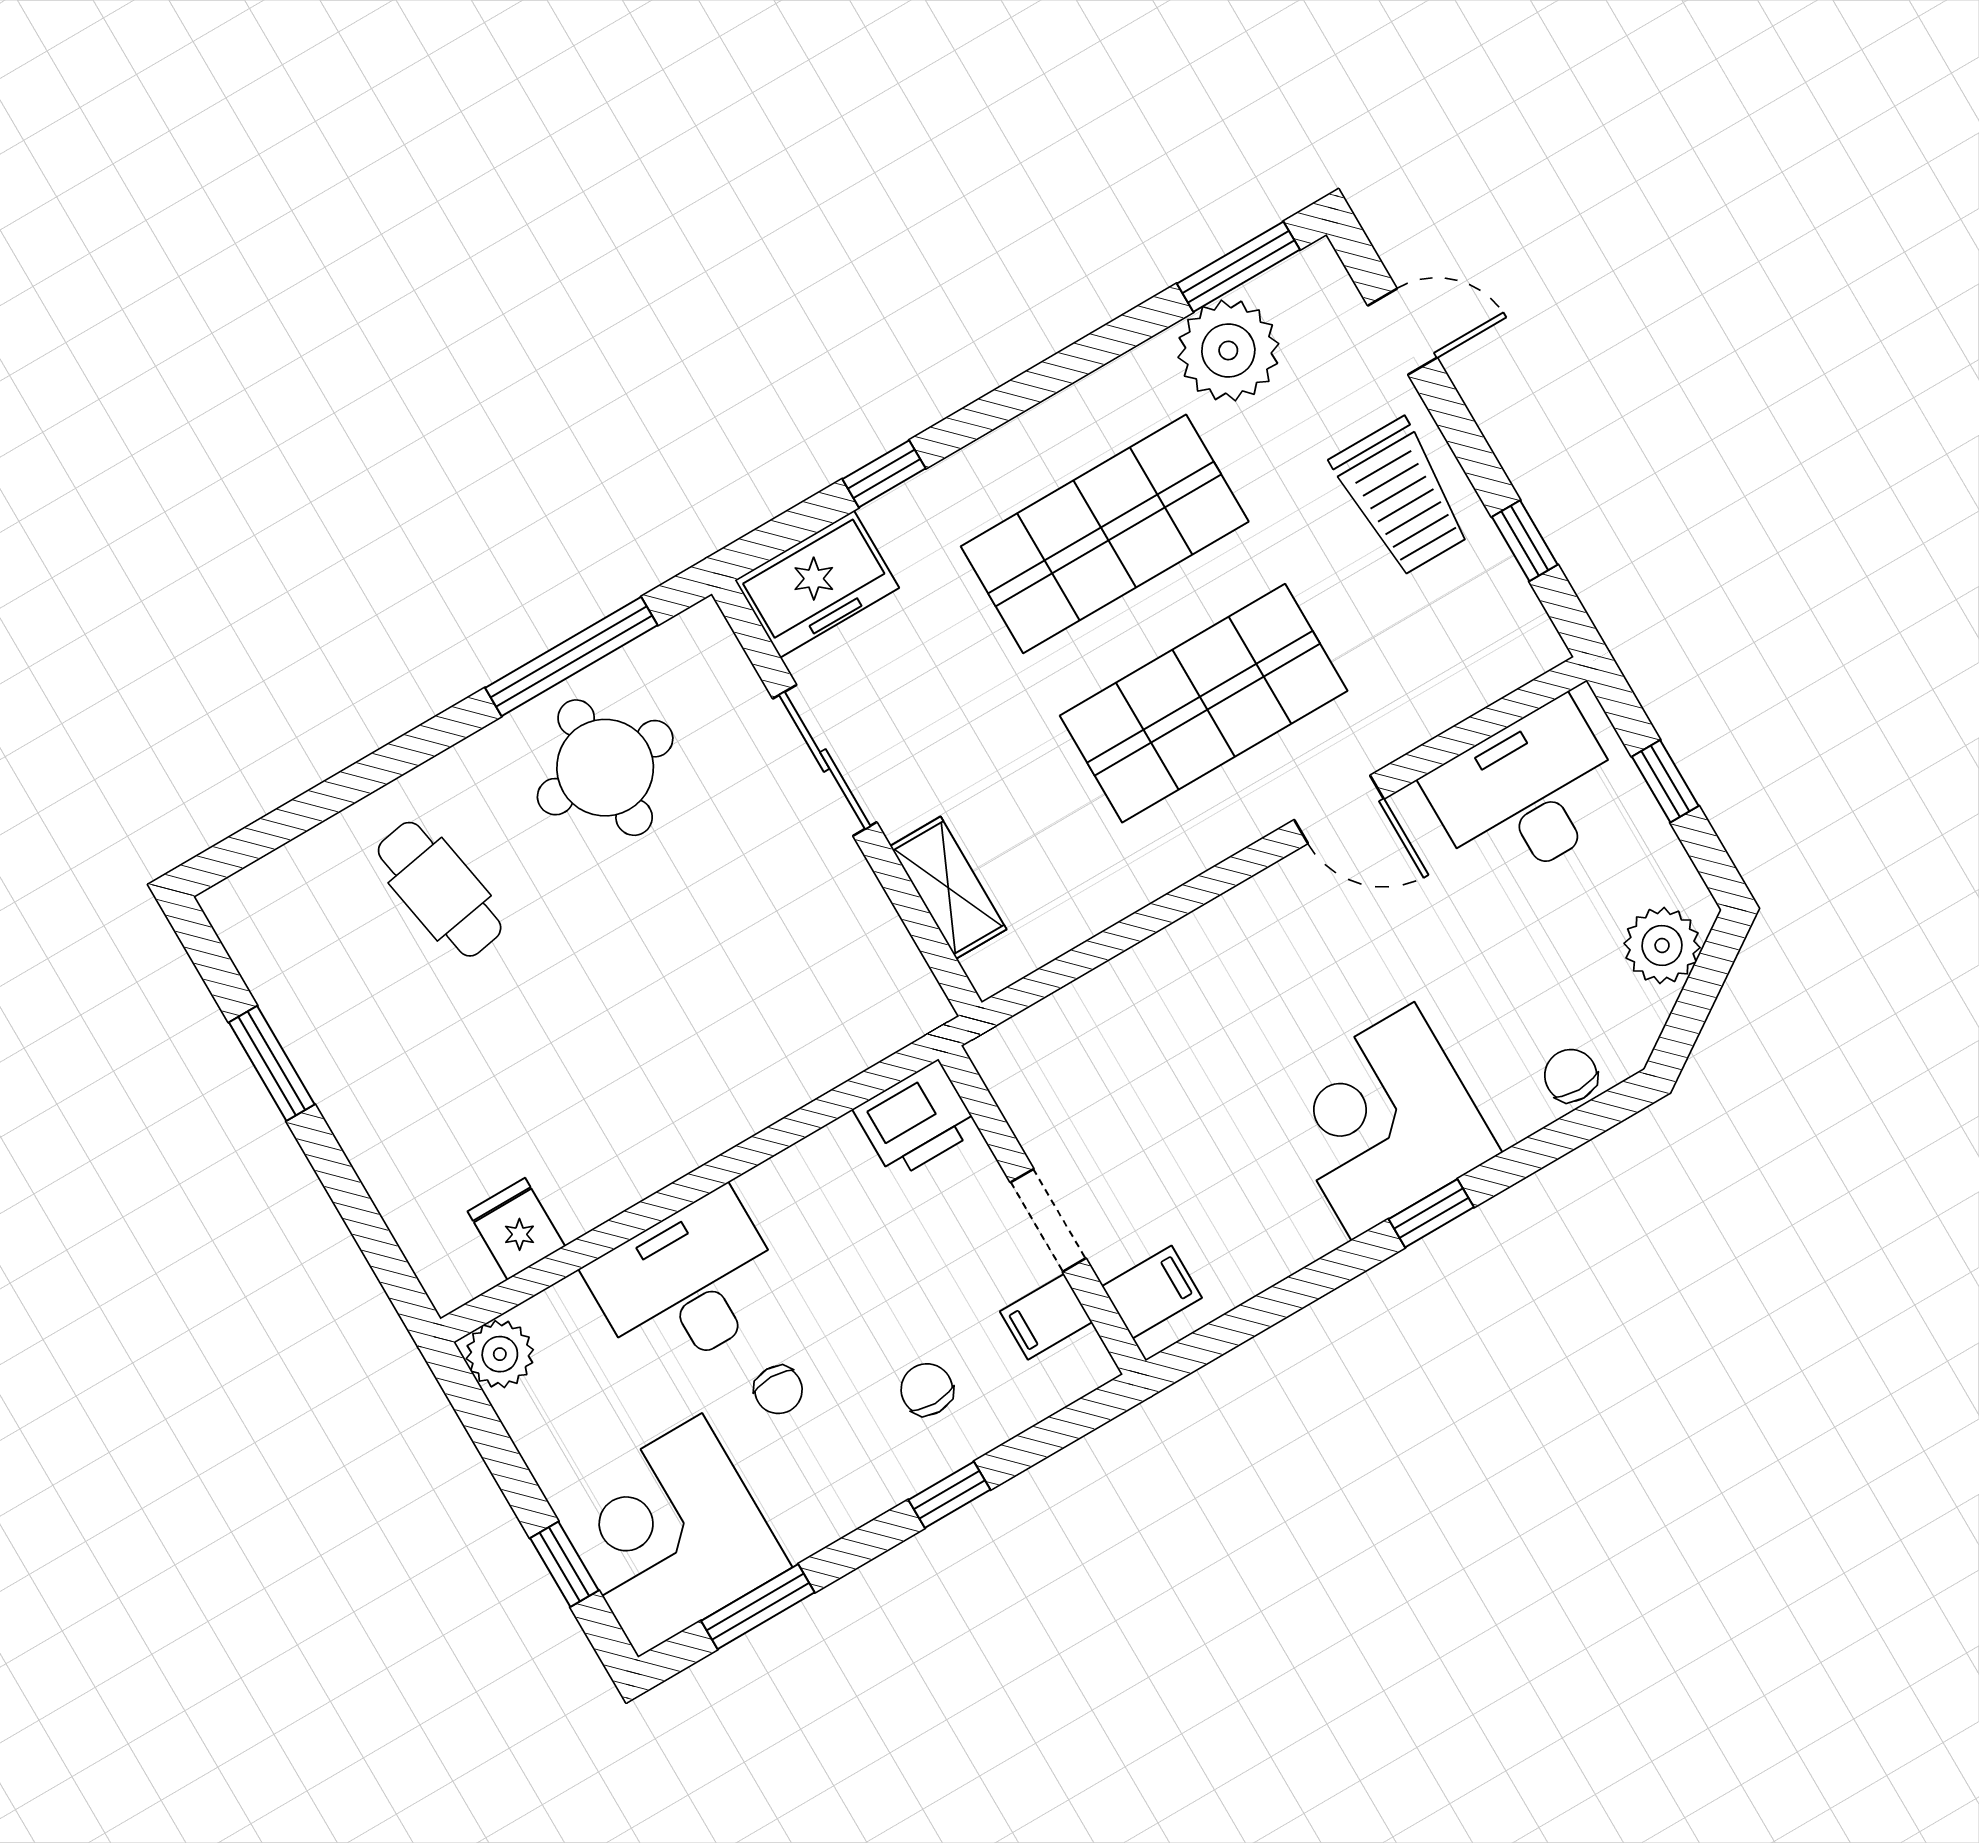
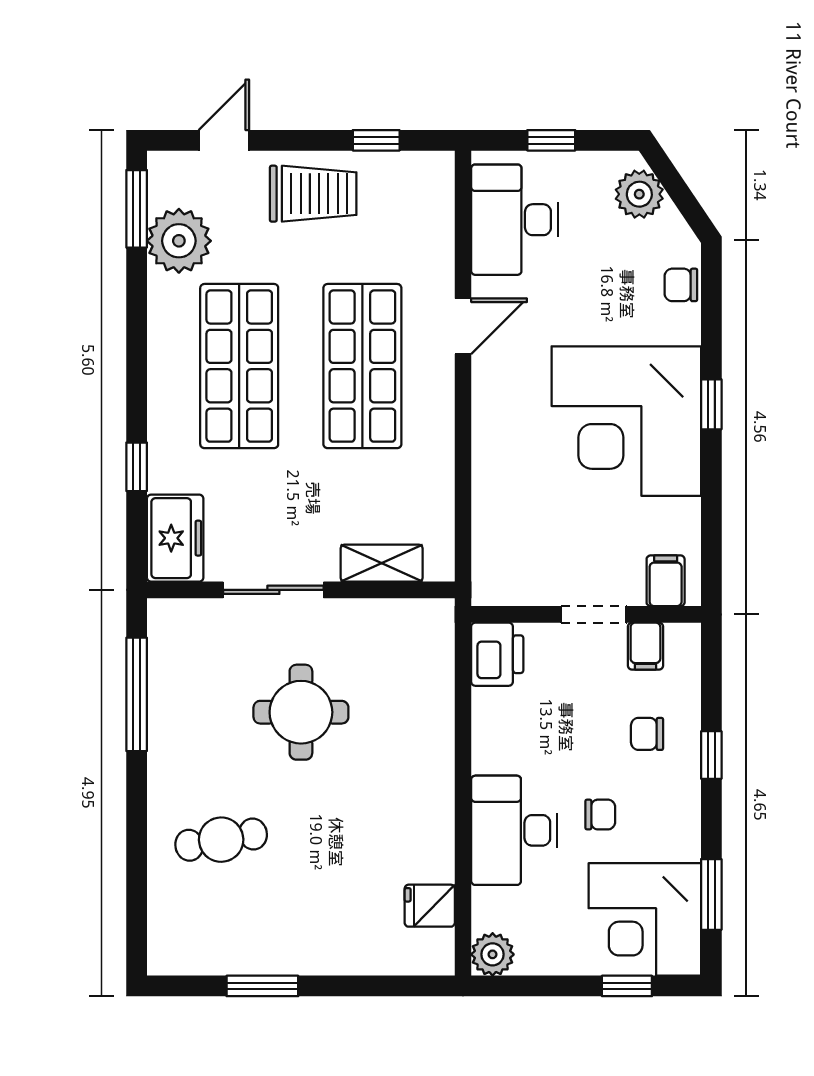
round table: (605, 768) -> (301, 712), moved
corner desk: (1383, 1121) -> (626, 421), width x1.36, depth x1.36

